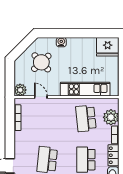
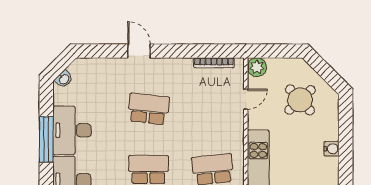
water cooler: (61, 42) -> (331, 149), moved

